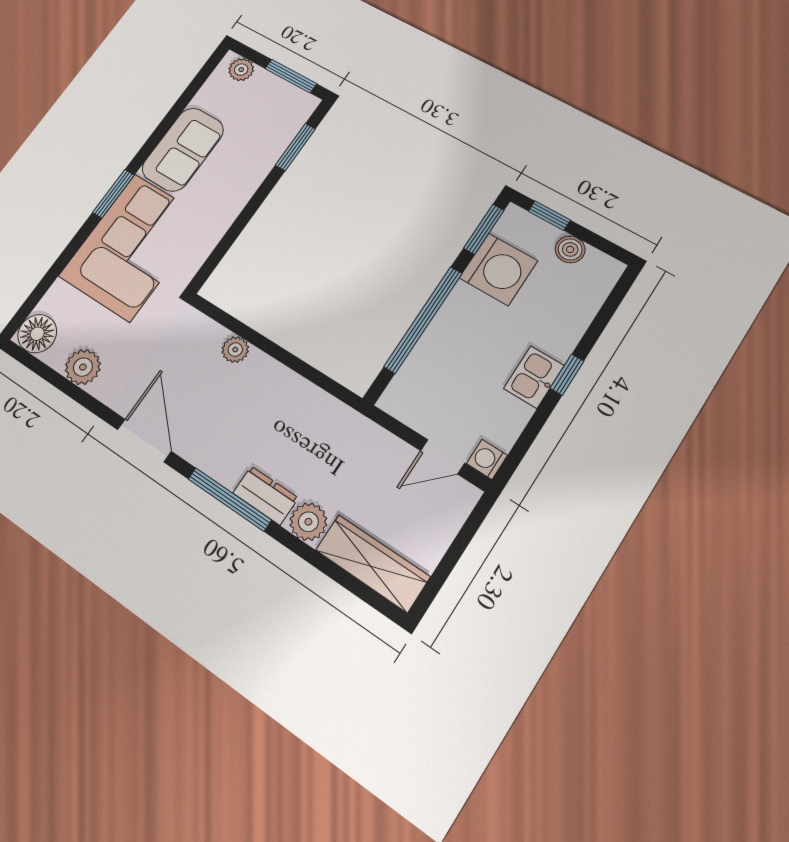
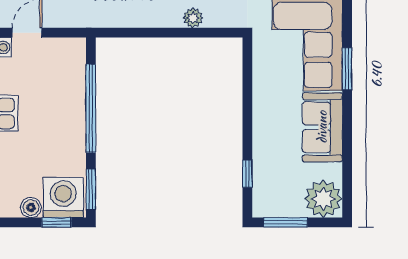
plant: (241, 70) -> (323, 199), width x1.88, depth x1.88
window: (295, 147) -> (247, 174), width x0.67
washing machine: (498, 269) -> (63, 198), moved, turned 90

